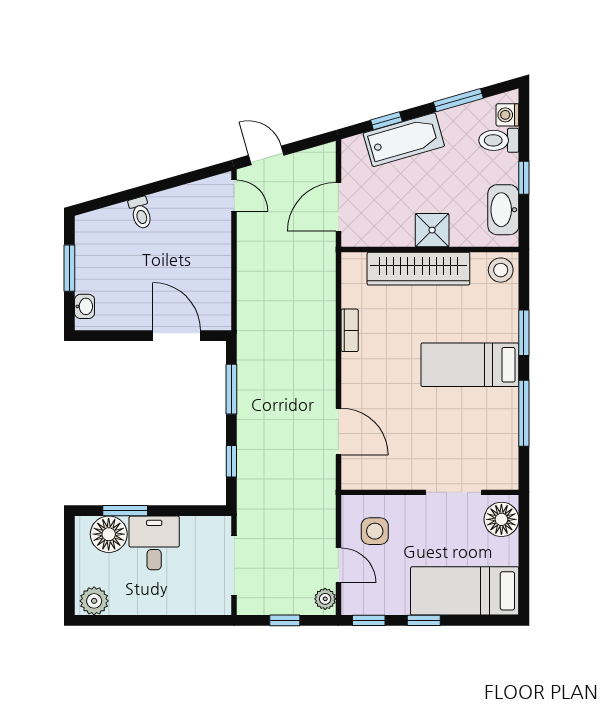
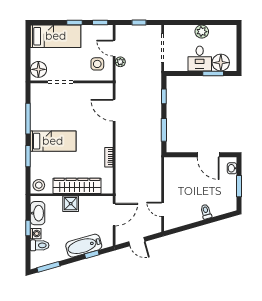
window: (458, 100) -> (48, 267), moved
washing machine: (507, 115) -> (36, 234), moved
door: (266, 155) -> (137, 242), moved
door: (234, 196) -> (163, 209), moved
door: (177, 336) -> (208, 155), moved
plant: (325, 599) -> (120, 62), moved
plant: (94, 601) -> (202, 32), moved

